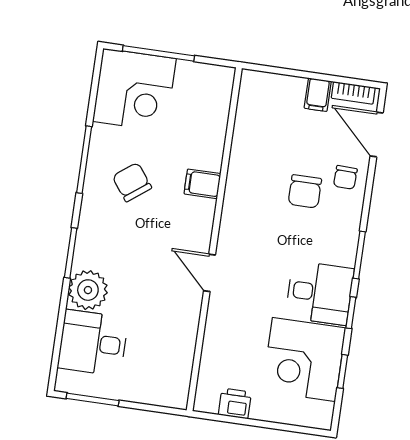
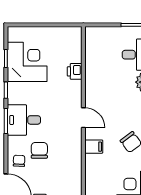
door: (209, 273) -> (83, 118), moved
desk: (320, 293) -> (24, 120), moved
printer: (235, 403) -> (75, 71), moved, turned 90

